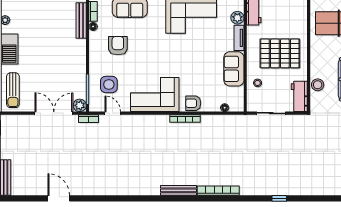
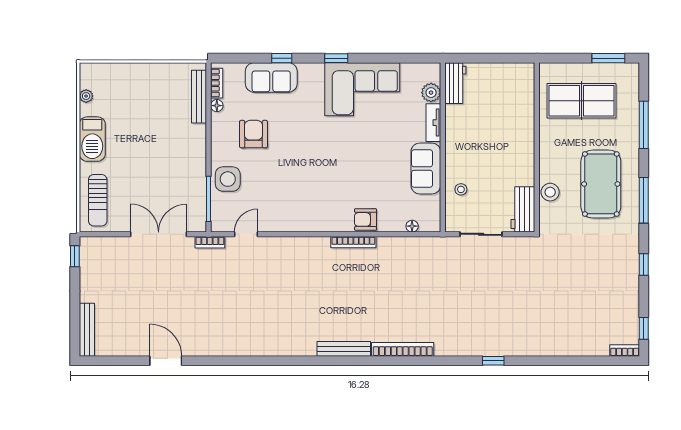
pallet: (280, 53) -> (494, 146), removed
side table: (109, 84) -> (228, 179), moved
corner sofa: (155, 95) -> (308, 207), removed
plant: (80, 105) -> (197, 223), removed
door: (113, 113) -> (246, 234), hinge flipped

